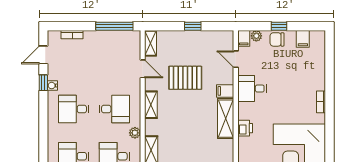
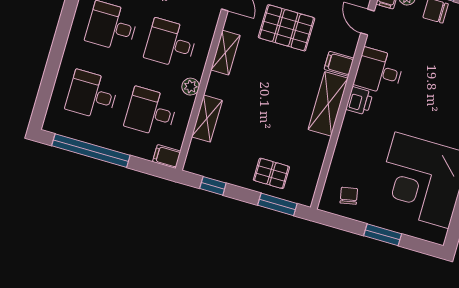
desk: (114, 109) -> (171, 44), turned 180
printer: (245, 128) -> (359, 101), moved

